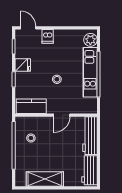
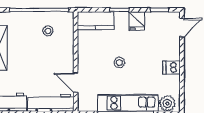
dishwasher: (48, 36) -> (172, 67), moved
kitchen counter: (31, 106) -> (96, 21), moved, turned 90
door: (62, 115) -> (76, 83), moved

